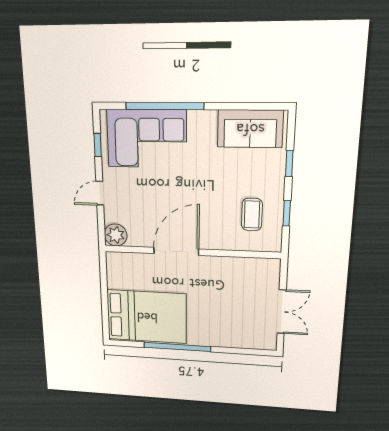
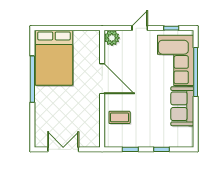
sofa: (250, 129) -> (182, 106), moved
door: (100, 193) -> (140, 28), hinge flipped
coffee table: (252, 214) -> (120, 117), moved
double door: (282, 312) -> (63, 149), swing flipped

